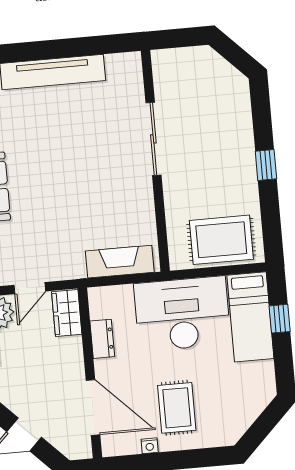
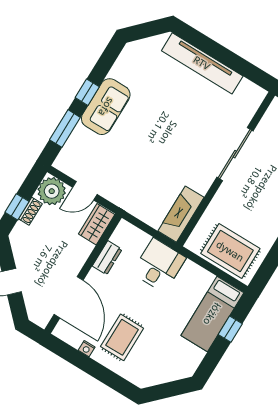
fireplace: (120, 262) -> (181, 214), moved, turned -90
desk: (182, 314) -> (159, 265), width x0.53, depth x0.77

